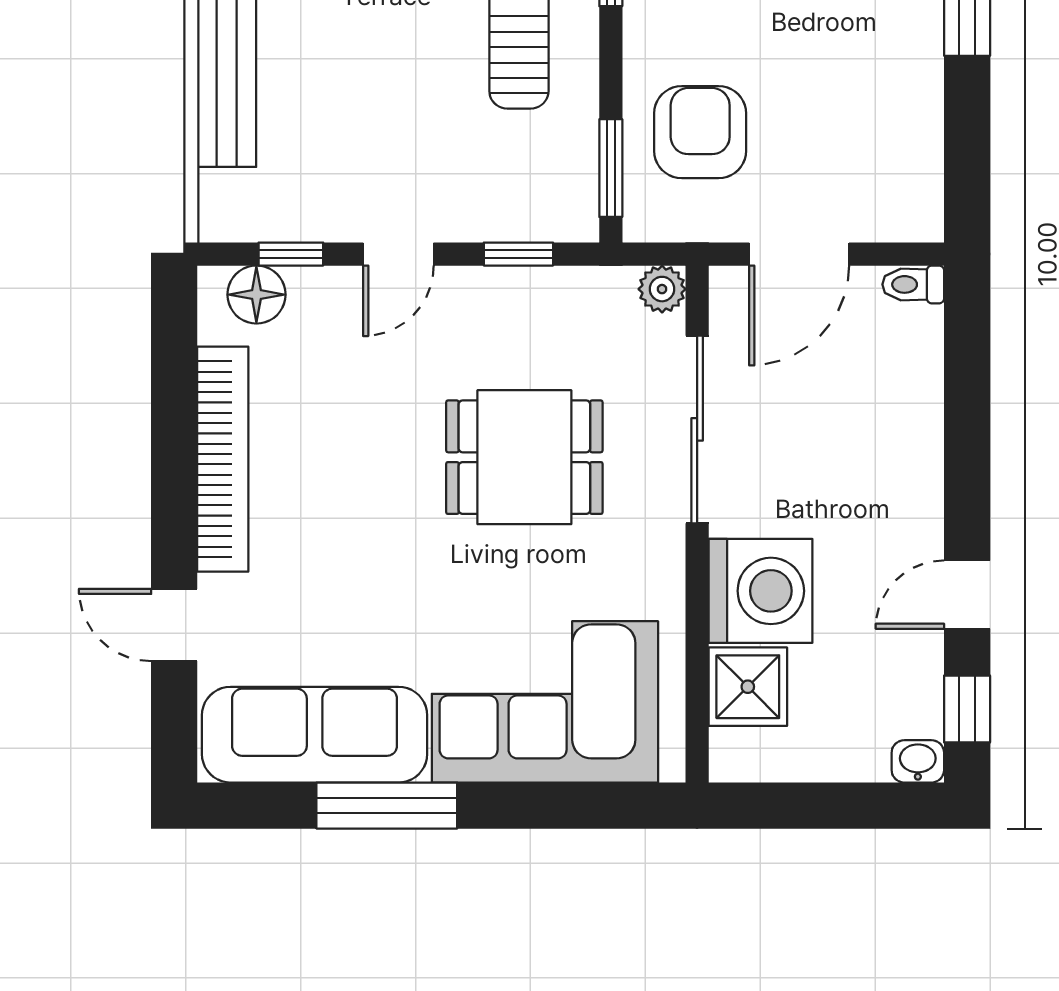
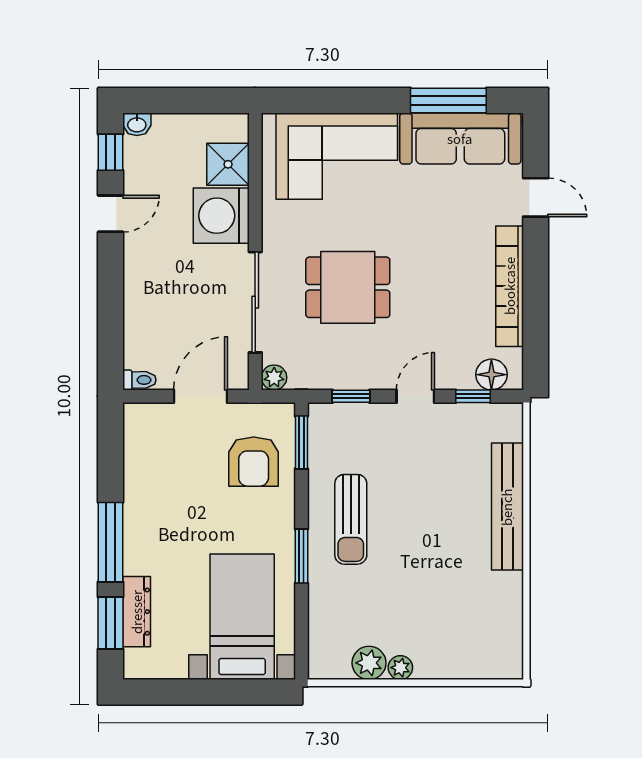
window: (387, 806) -> (448, 101), moved

